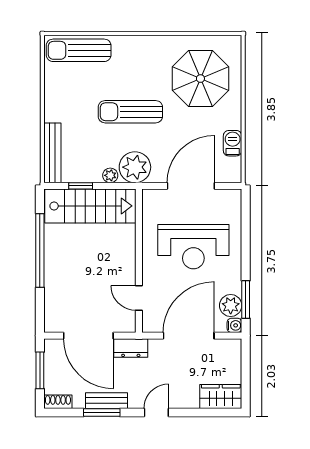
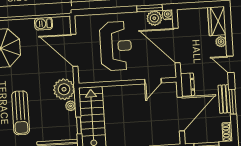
sun lounger: (130, 112) -> (21, 113), moved
plant: (191, 401) -> (221, 42), added

